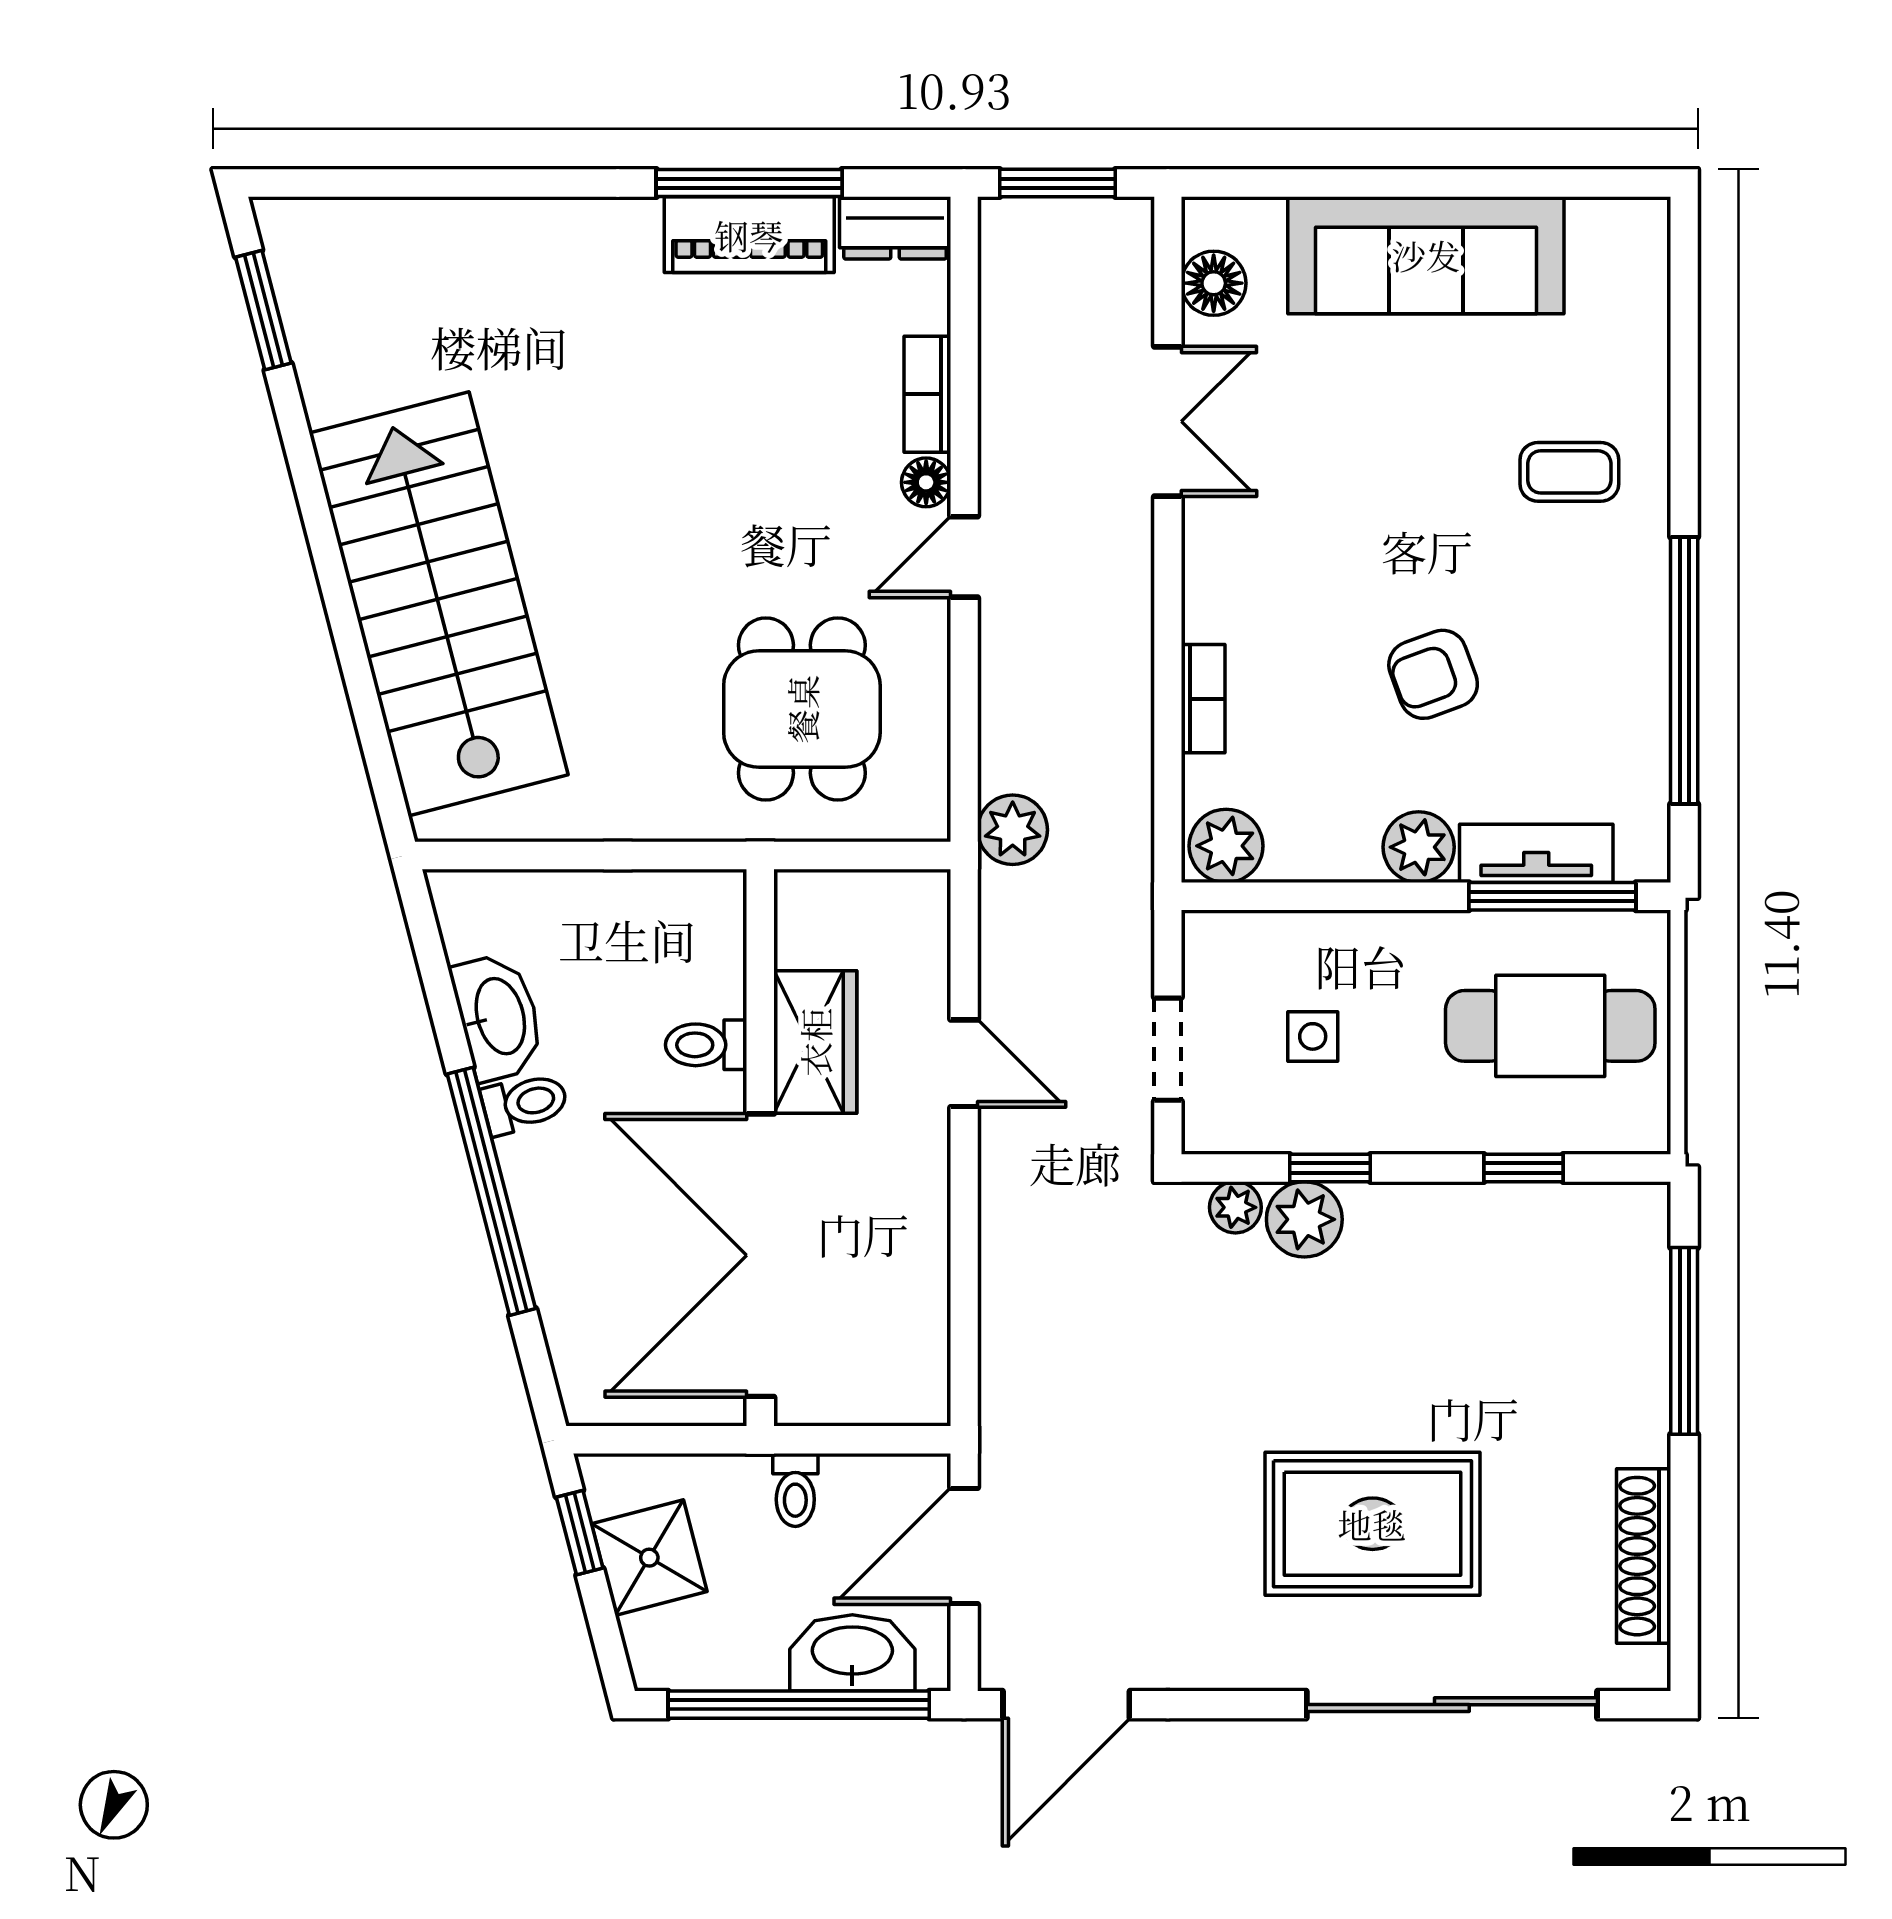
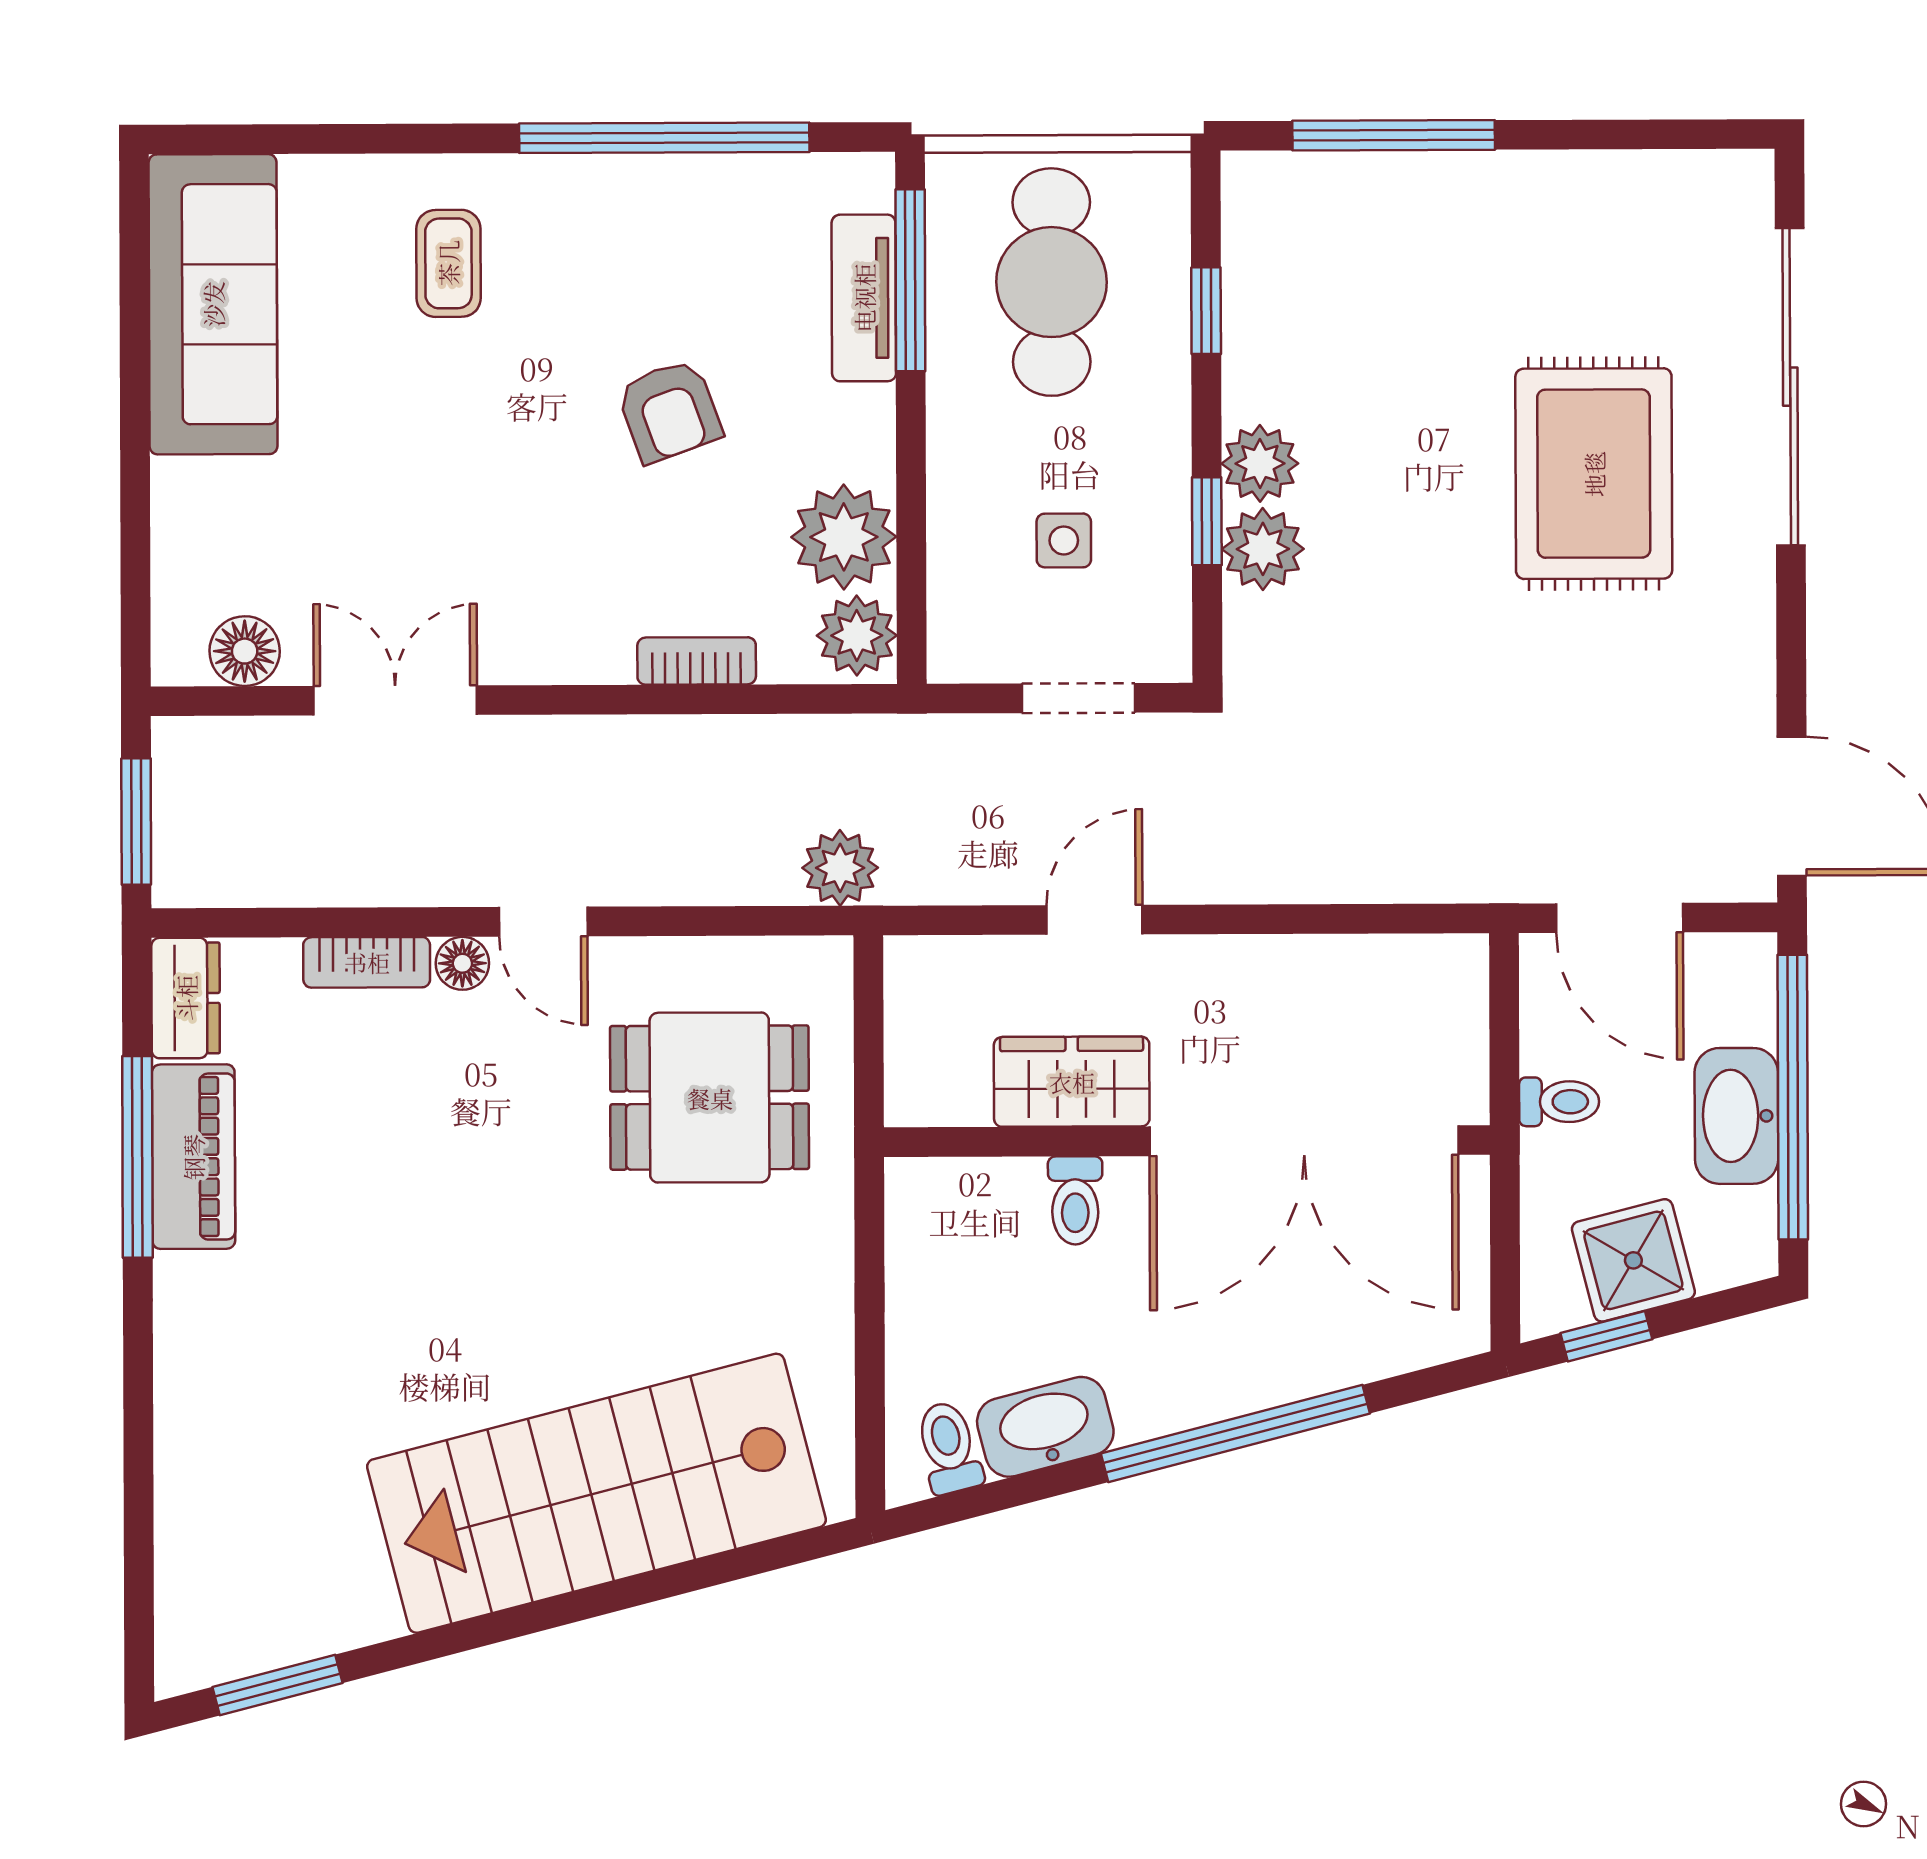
sofa: (1426, 255) -> (213, 304), moved
plant: (1419, 847) -> (844, 537), moved, width x1.36, depth x1.36
toilet: (525, 1103) -> (949, 1448), moved
plant: (1235, 1207) -> (1260, 463), moved, width x1.38, depth x1.38
shoe rack: (1644, 1556) -> (1628, 179), removed
washbasin: (852, 1653) -> (1736, 1116), moved

